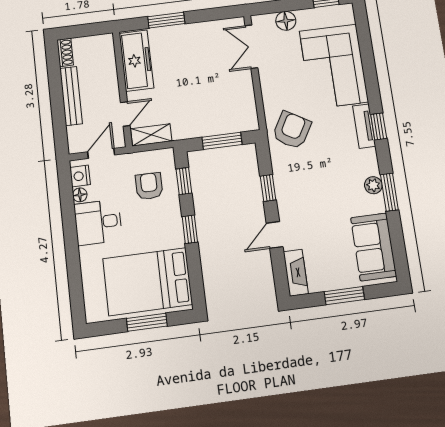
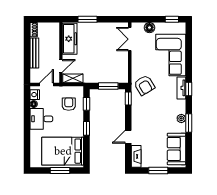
armchair: (292, 130) -> (144, 85), turned 119
window: (268, 188) -> (128, 99), moved

